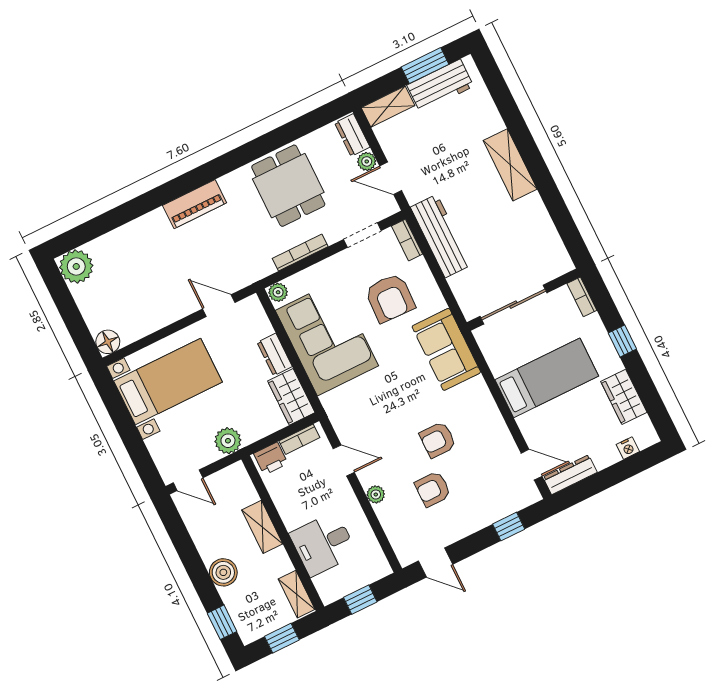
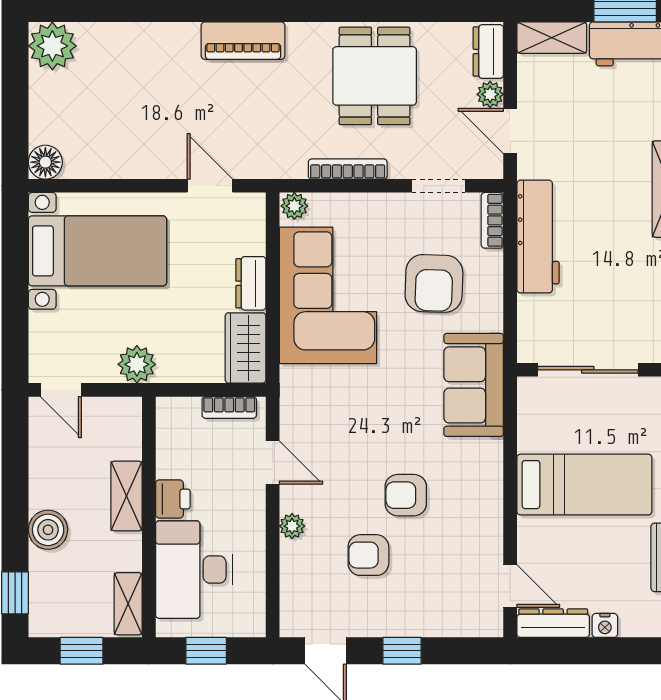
nightstand: (628, 448) -> (605, 625), moved
printer: (271, 458) -> (173, 499), moved, turned -90
window: (509, 527) -> (402, 651), moved
desk: (323, 544) -> (194, 570), width x1.37

